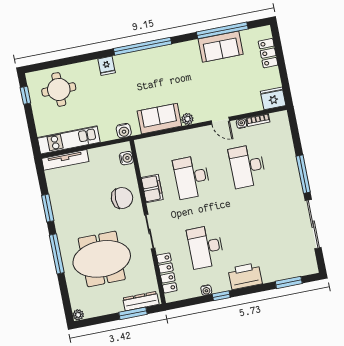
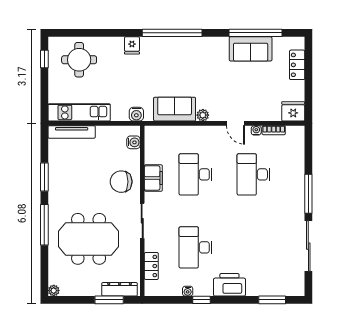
chair: (122, 198) -> (121, 182), turned 180
locker: (167, 273) -> (151, 266), width x0.66

